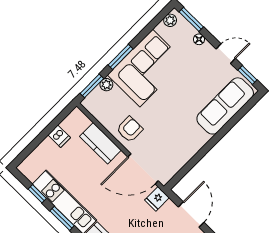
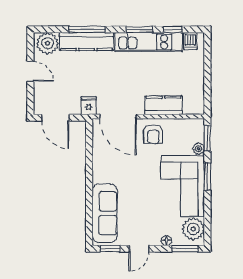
plant: (170, 20) -> (193, 229), width x1.87, depth x1.87
dishwasher: (59, 136) -> (190, 41), moved, turned -90
door: (143, 169) -> (118, 117), swing flipped

